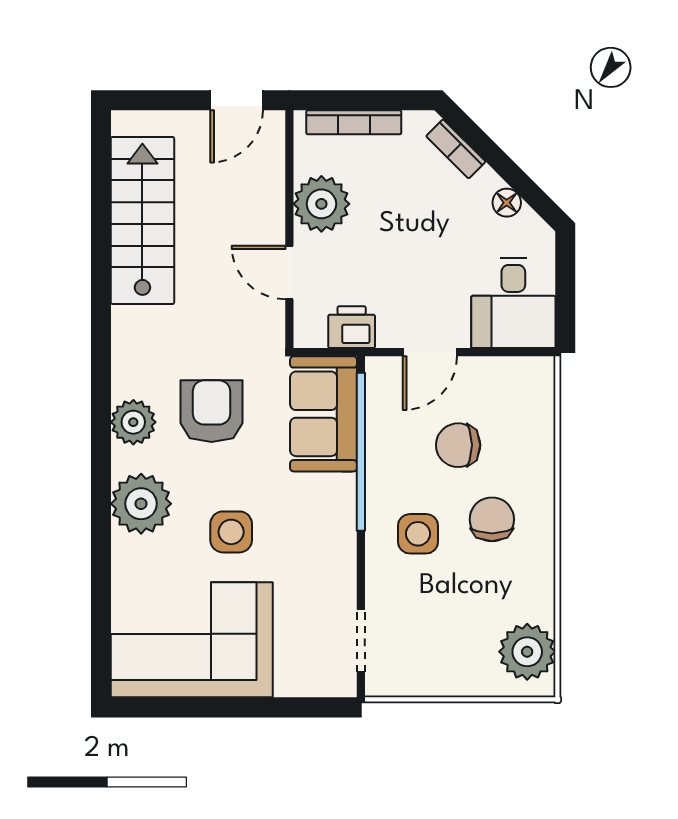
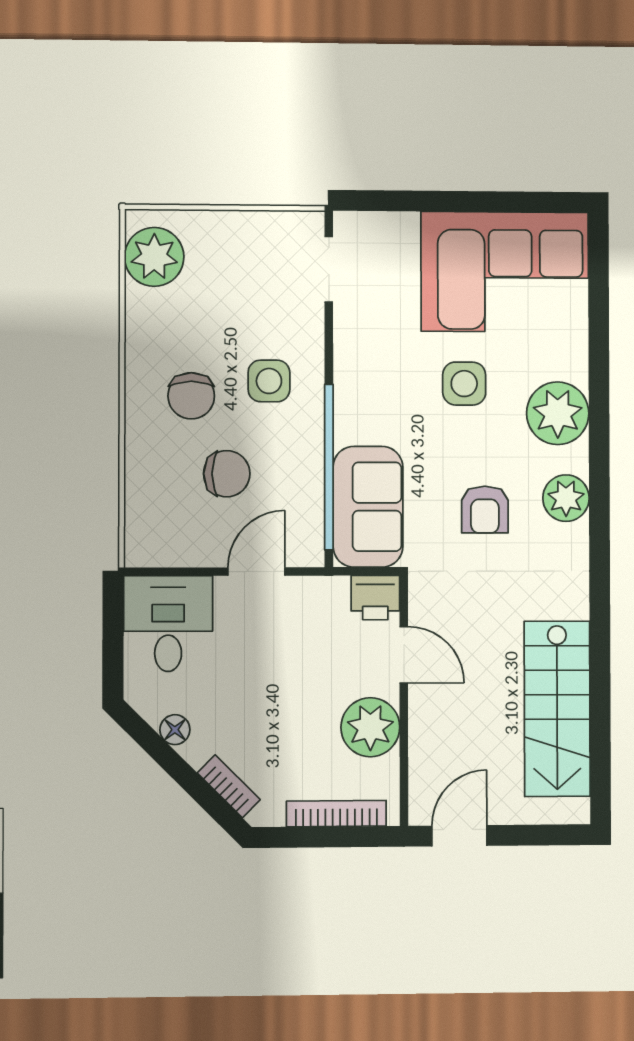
printer: (352, 327) -> (375, 598), moved
armchair: (212, 411) -> (485, 510), width x0.72, depth x0.72

